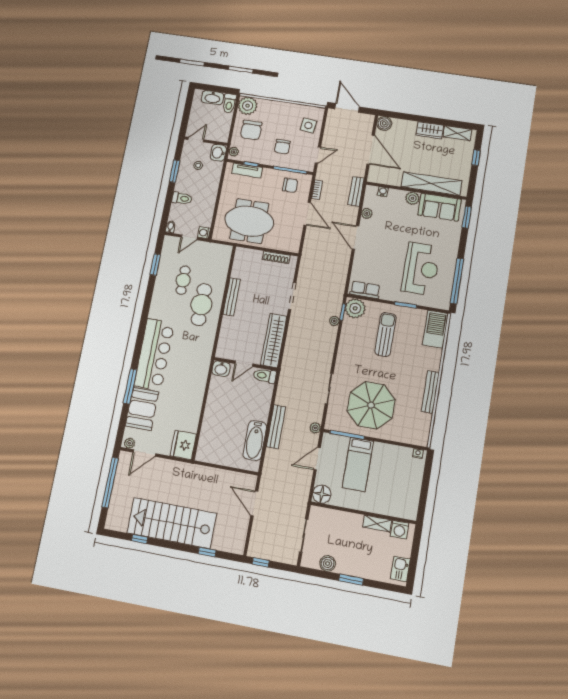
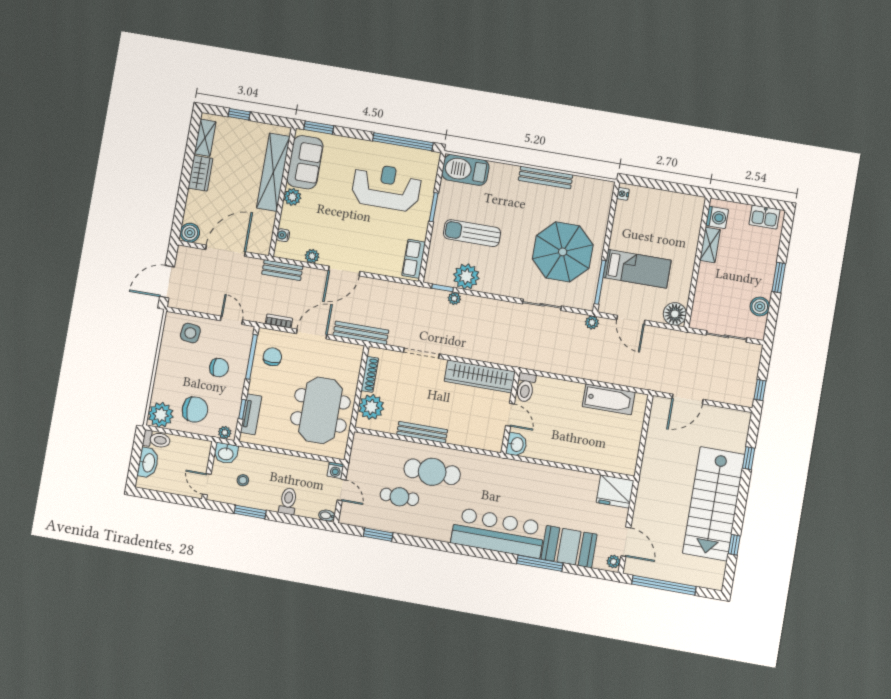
plant: (251, 259) -> (371, 407), added
plant: (355, 308) -> (466, 276), moved
bench: (276, 427) -> (361, 333), moved

